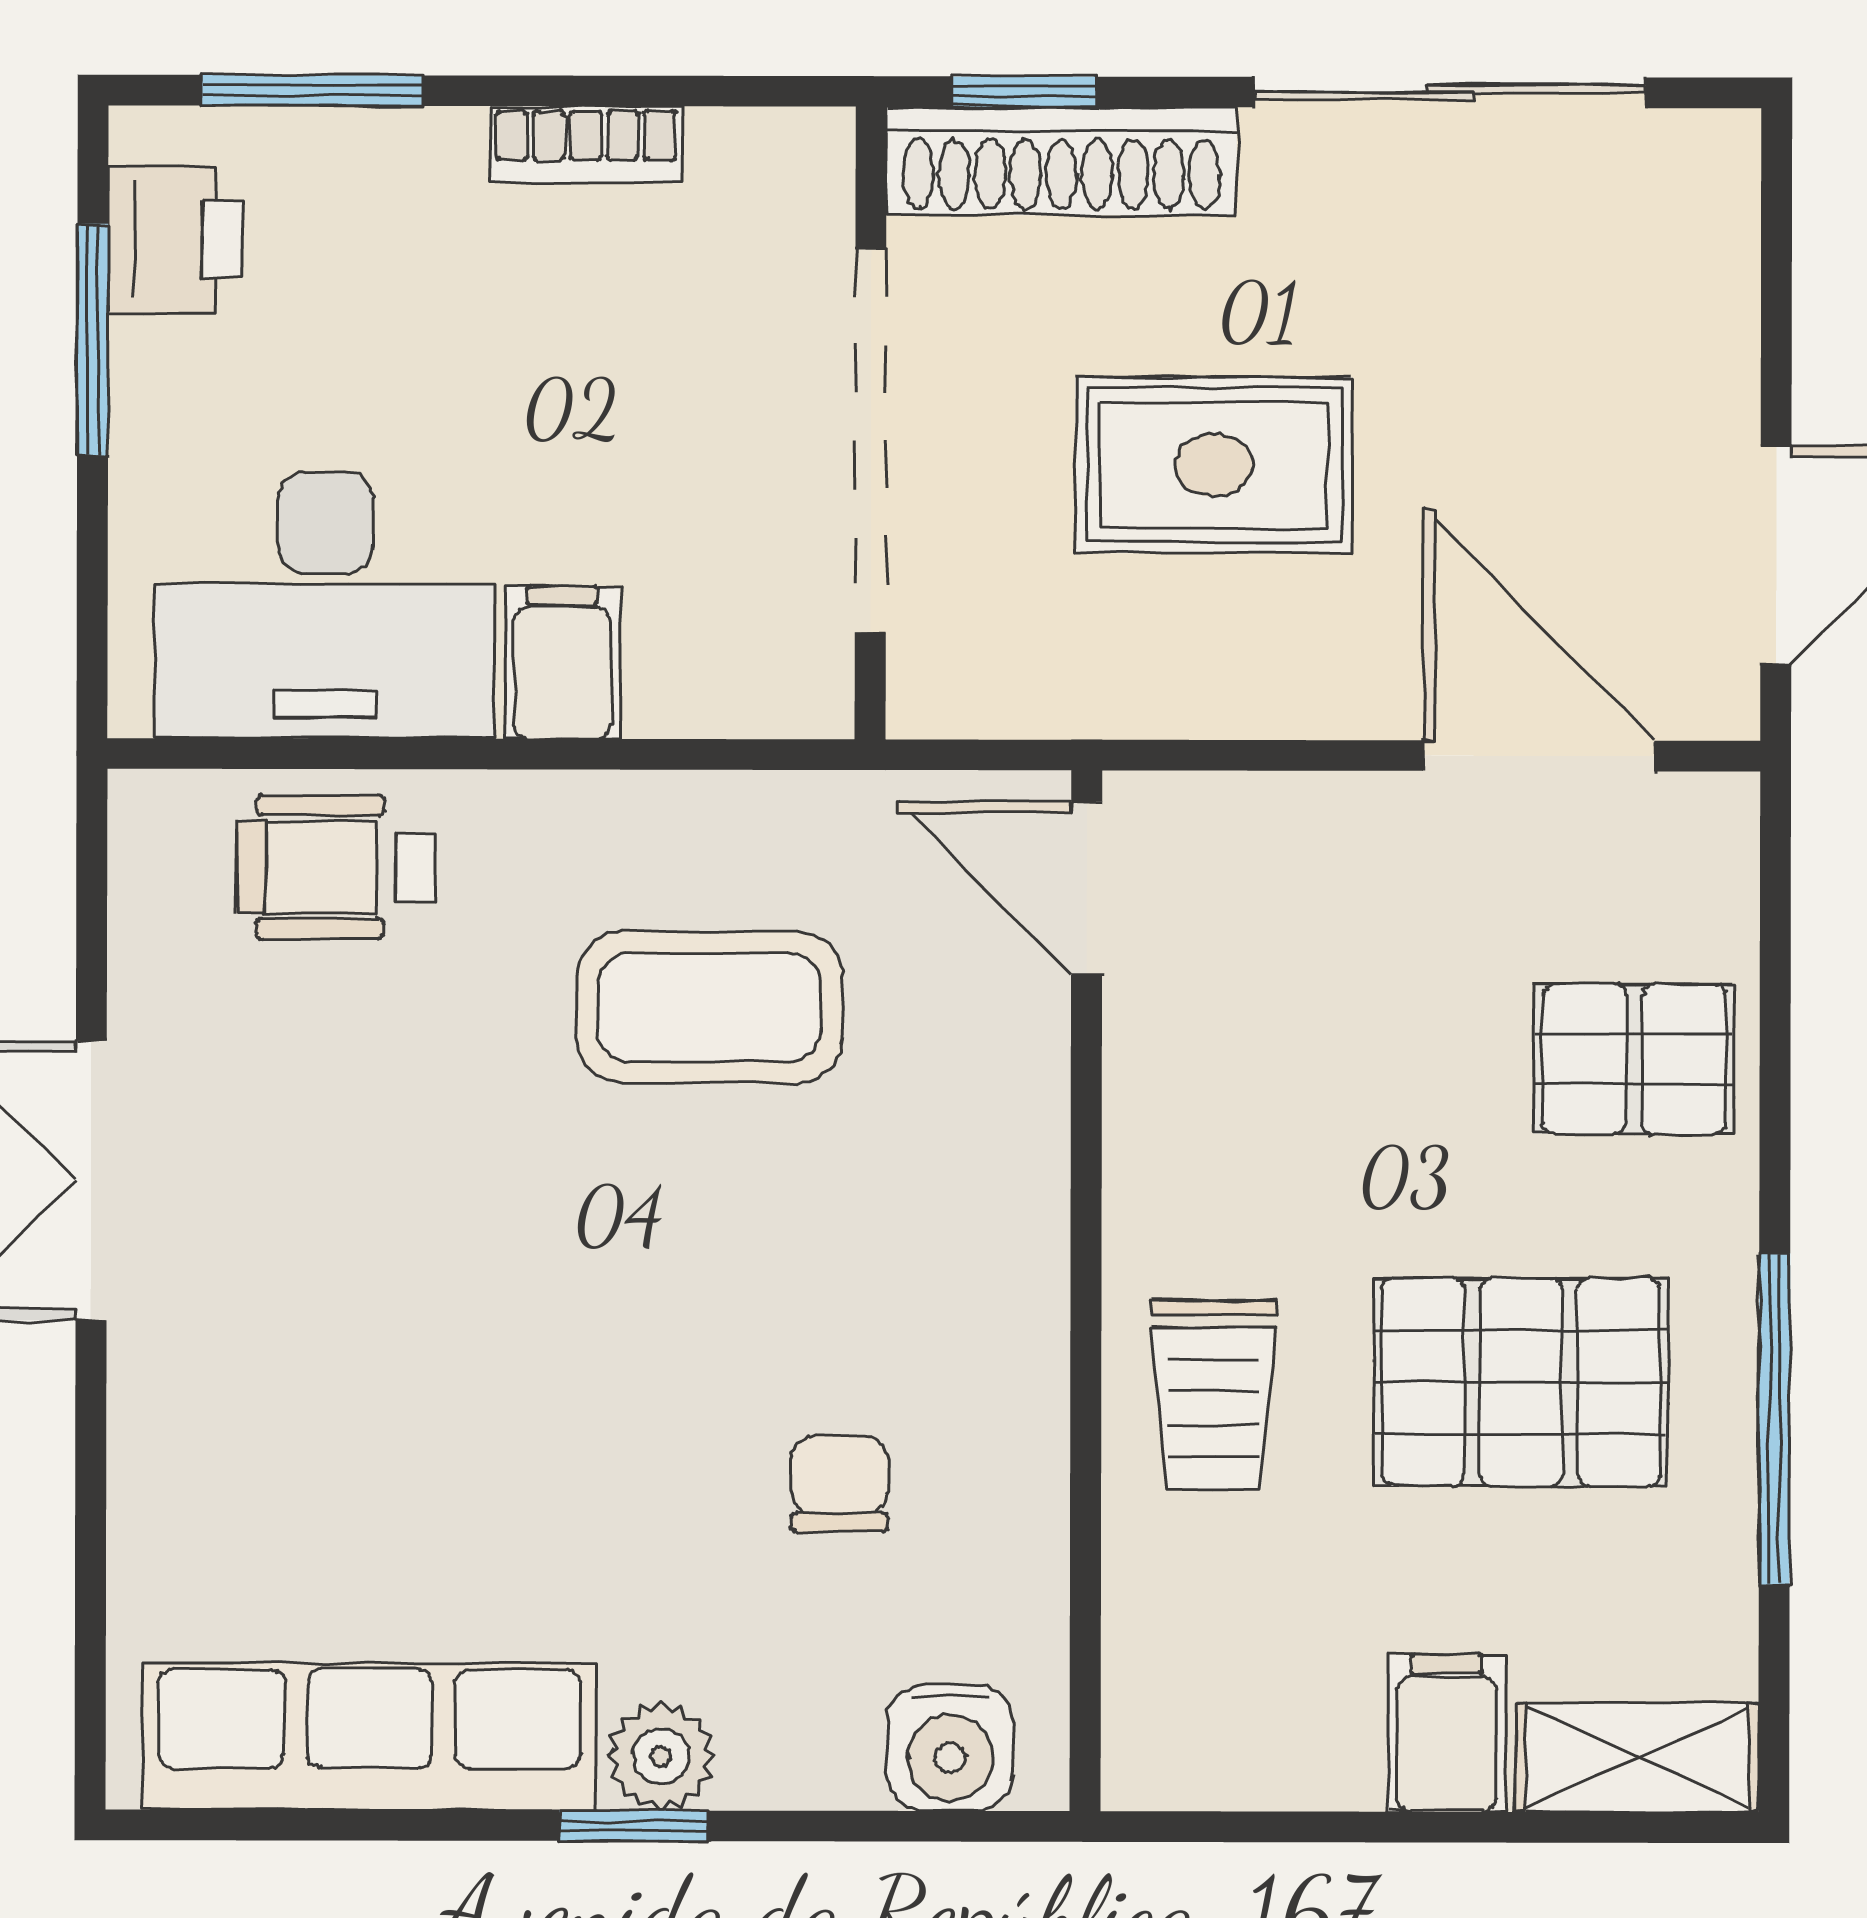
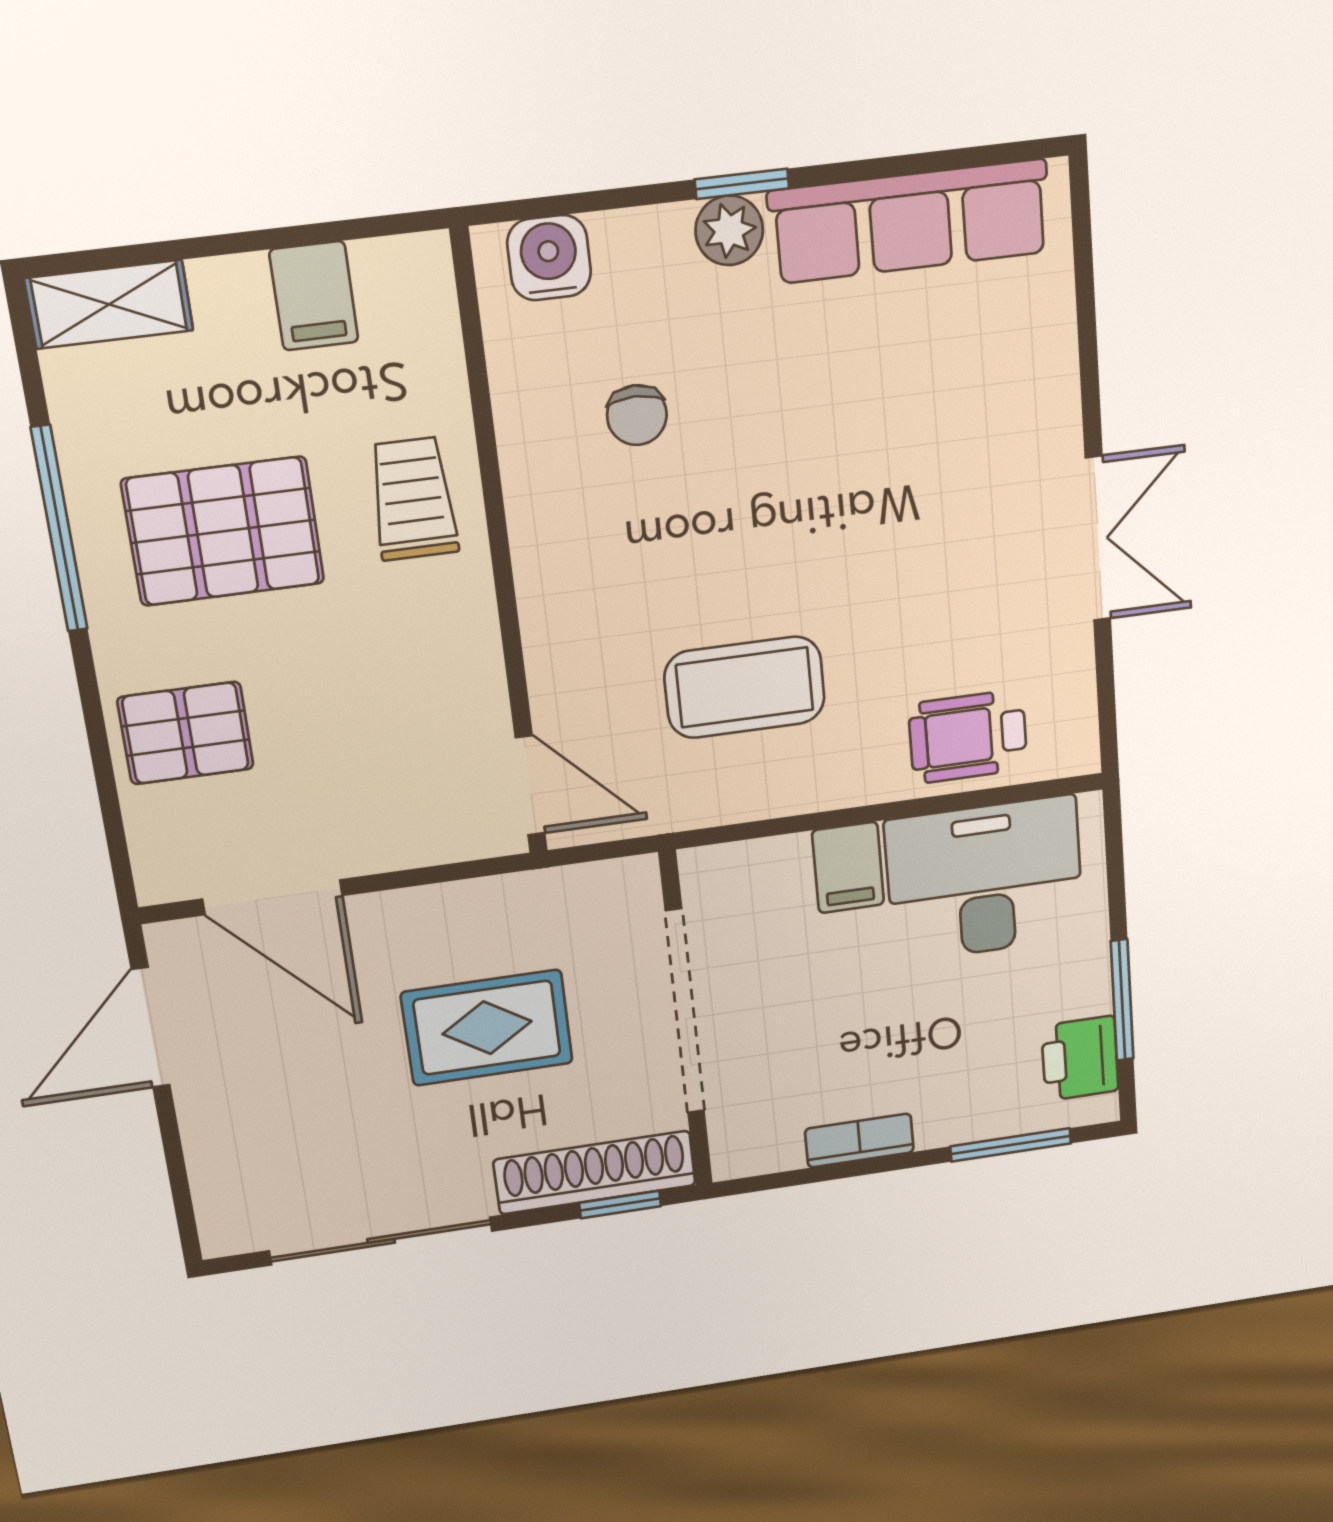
wheelchair: (336, 867) -> (968, 737), turned 180
filing cabinet: (1447, 1733) -> (314, 296), moved

